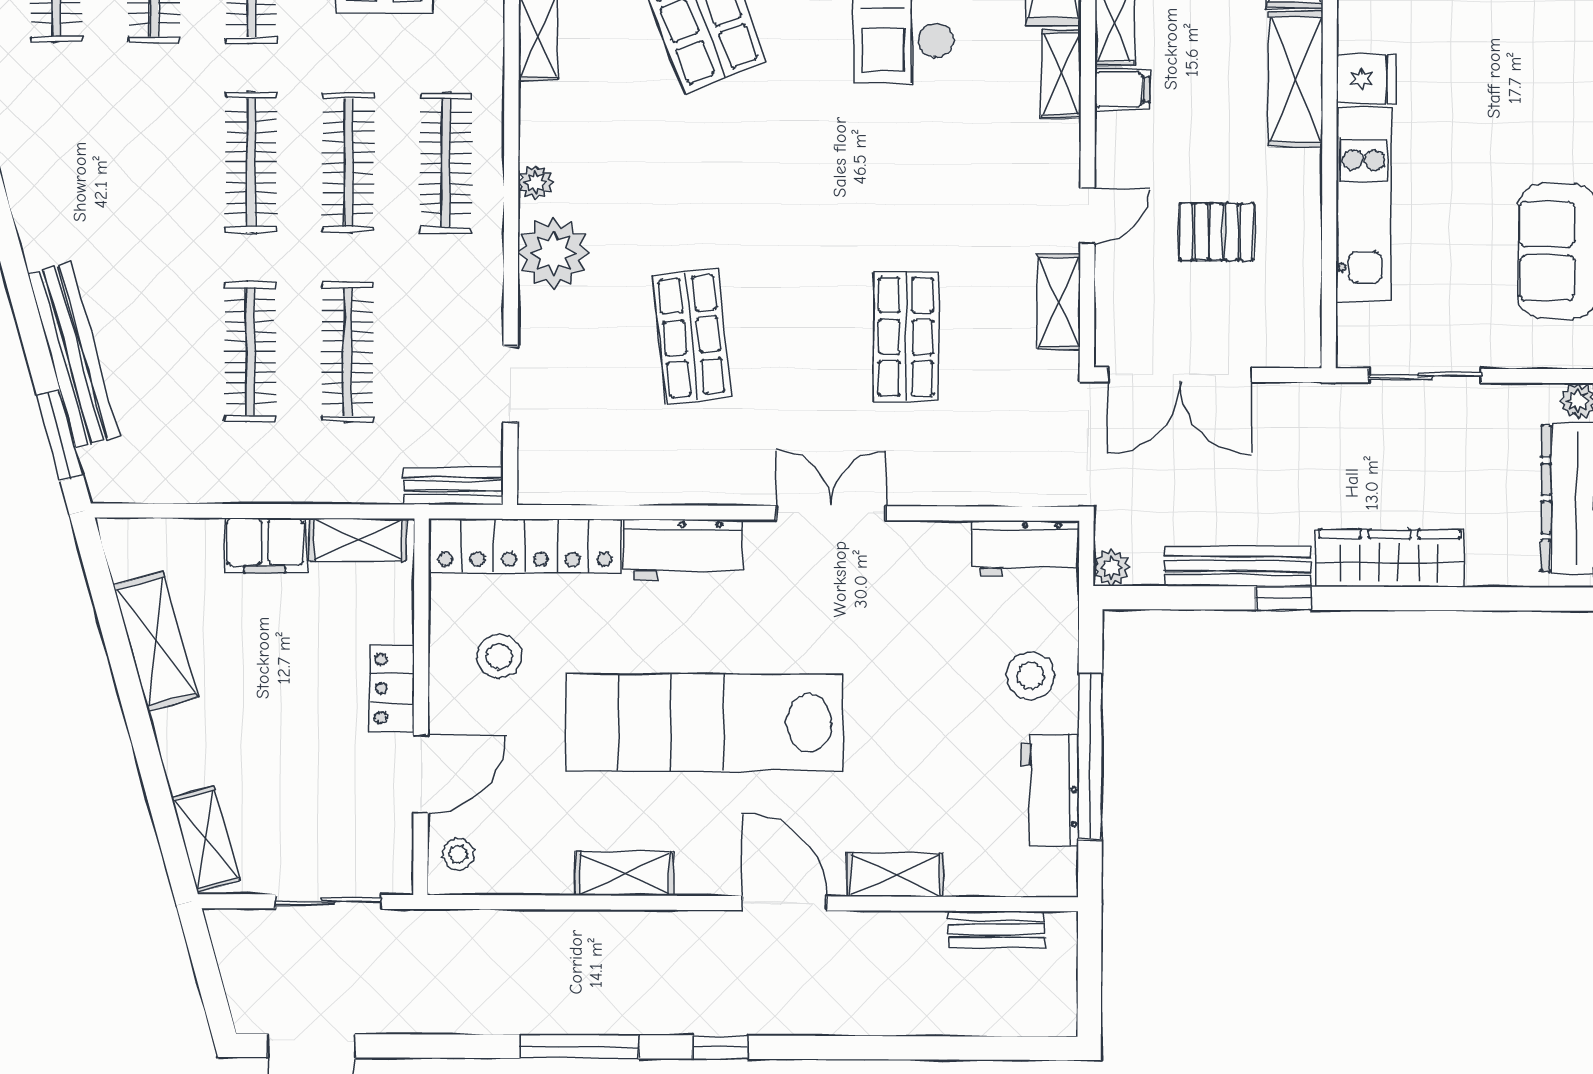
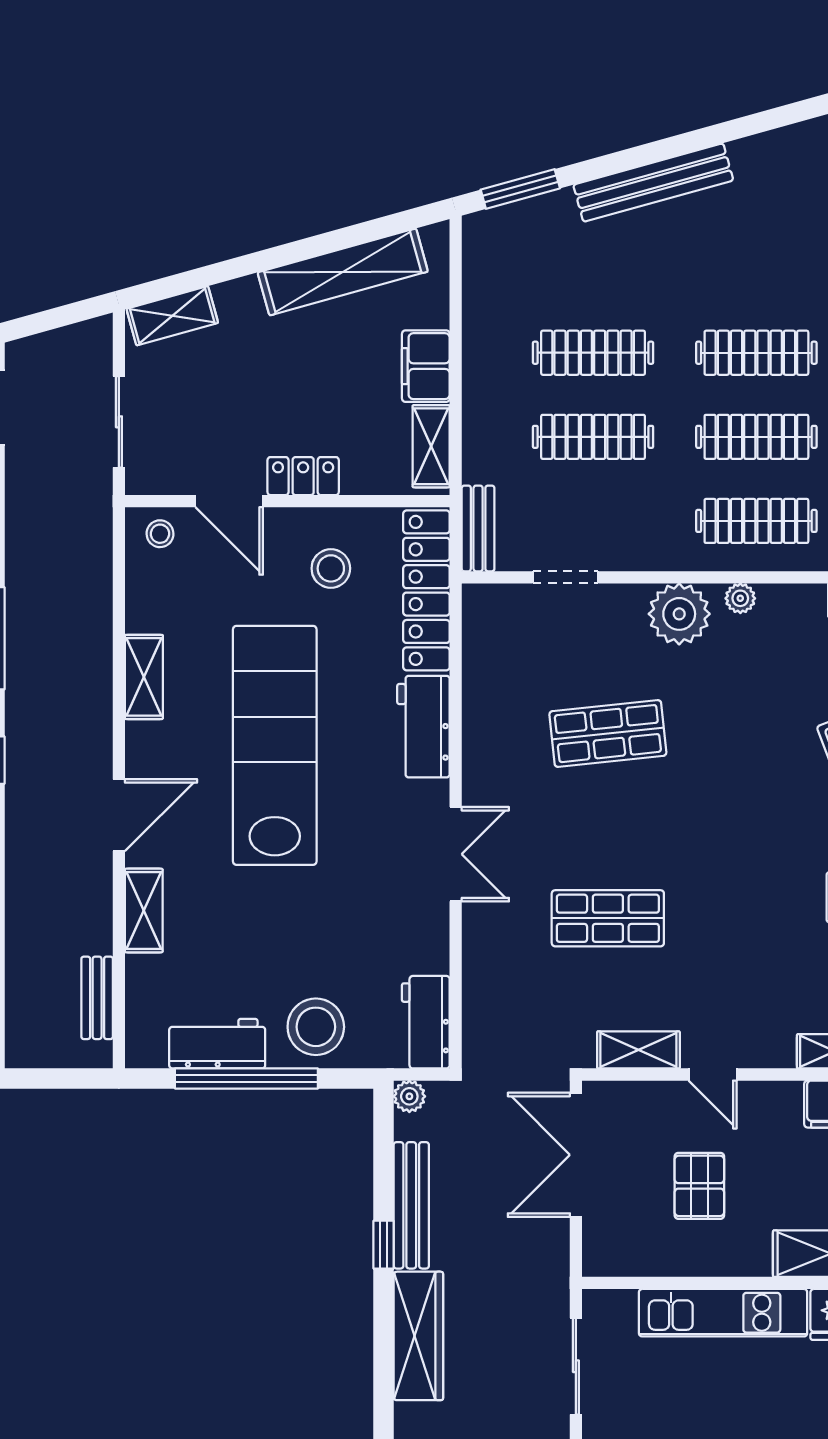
bench: (73, 355) -> (653, 183), moved
shelving: (155, 642) -> (343, 272), width x1.47
stool: (1030, 676) -> (316, 1027), width x1.38, depth x1.38

